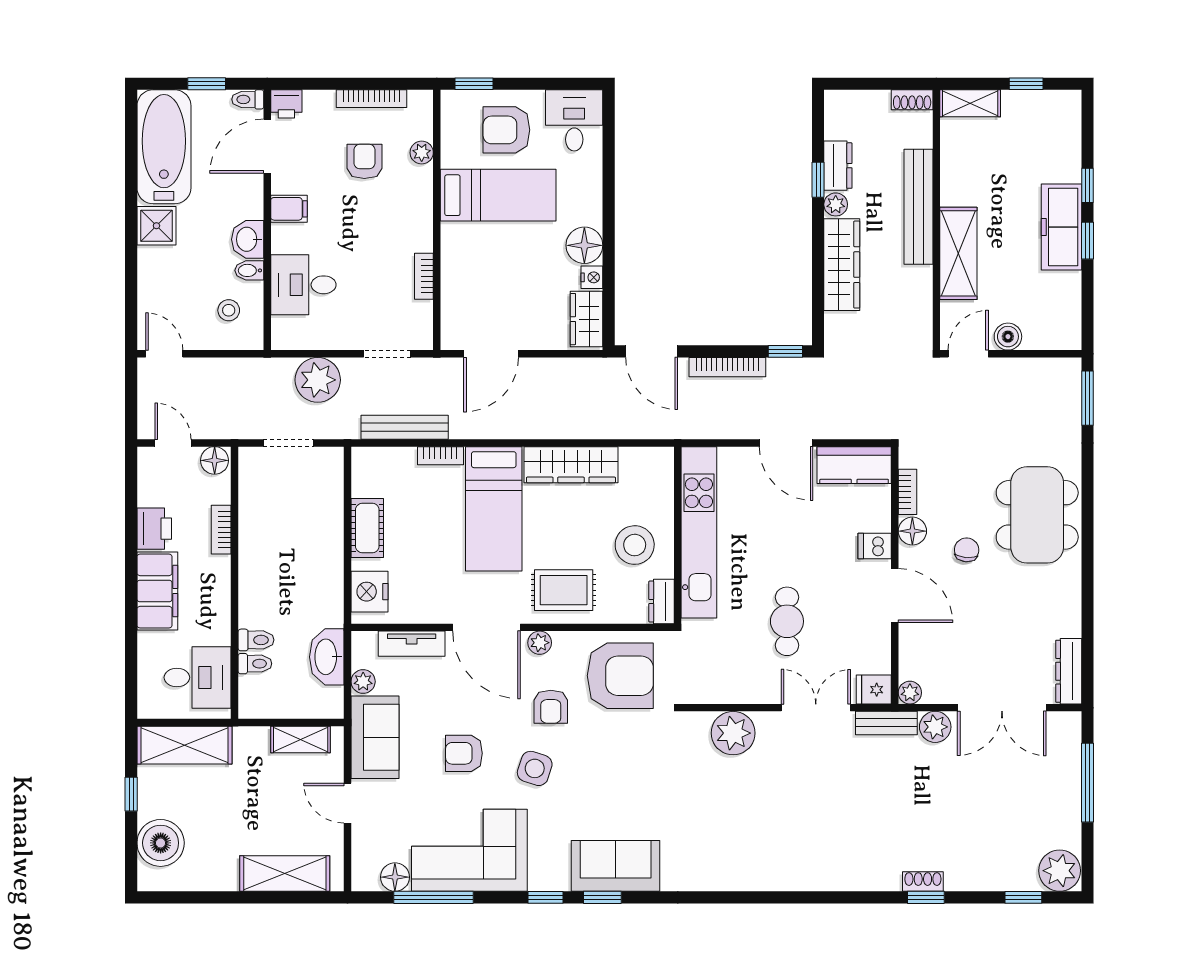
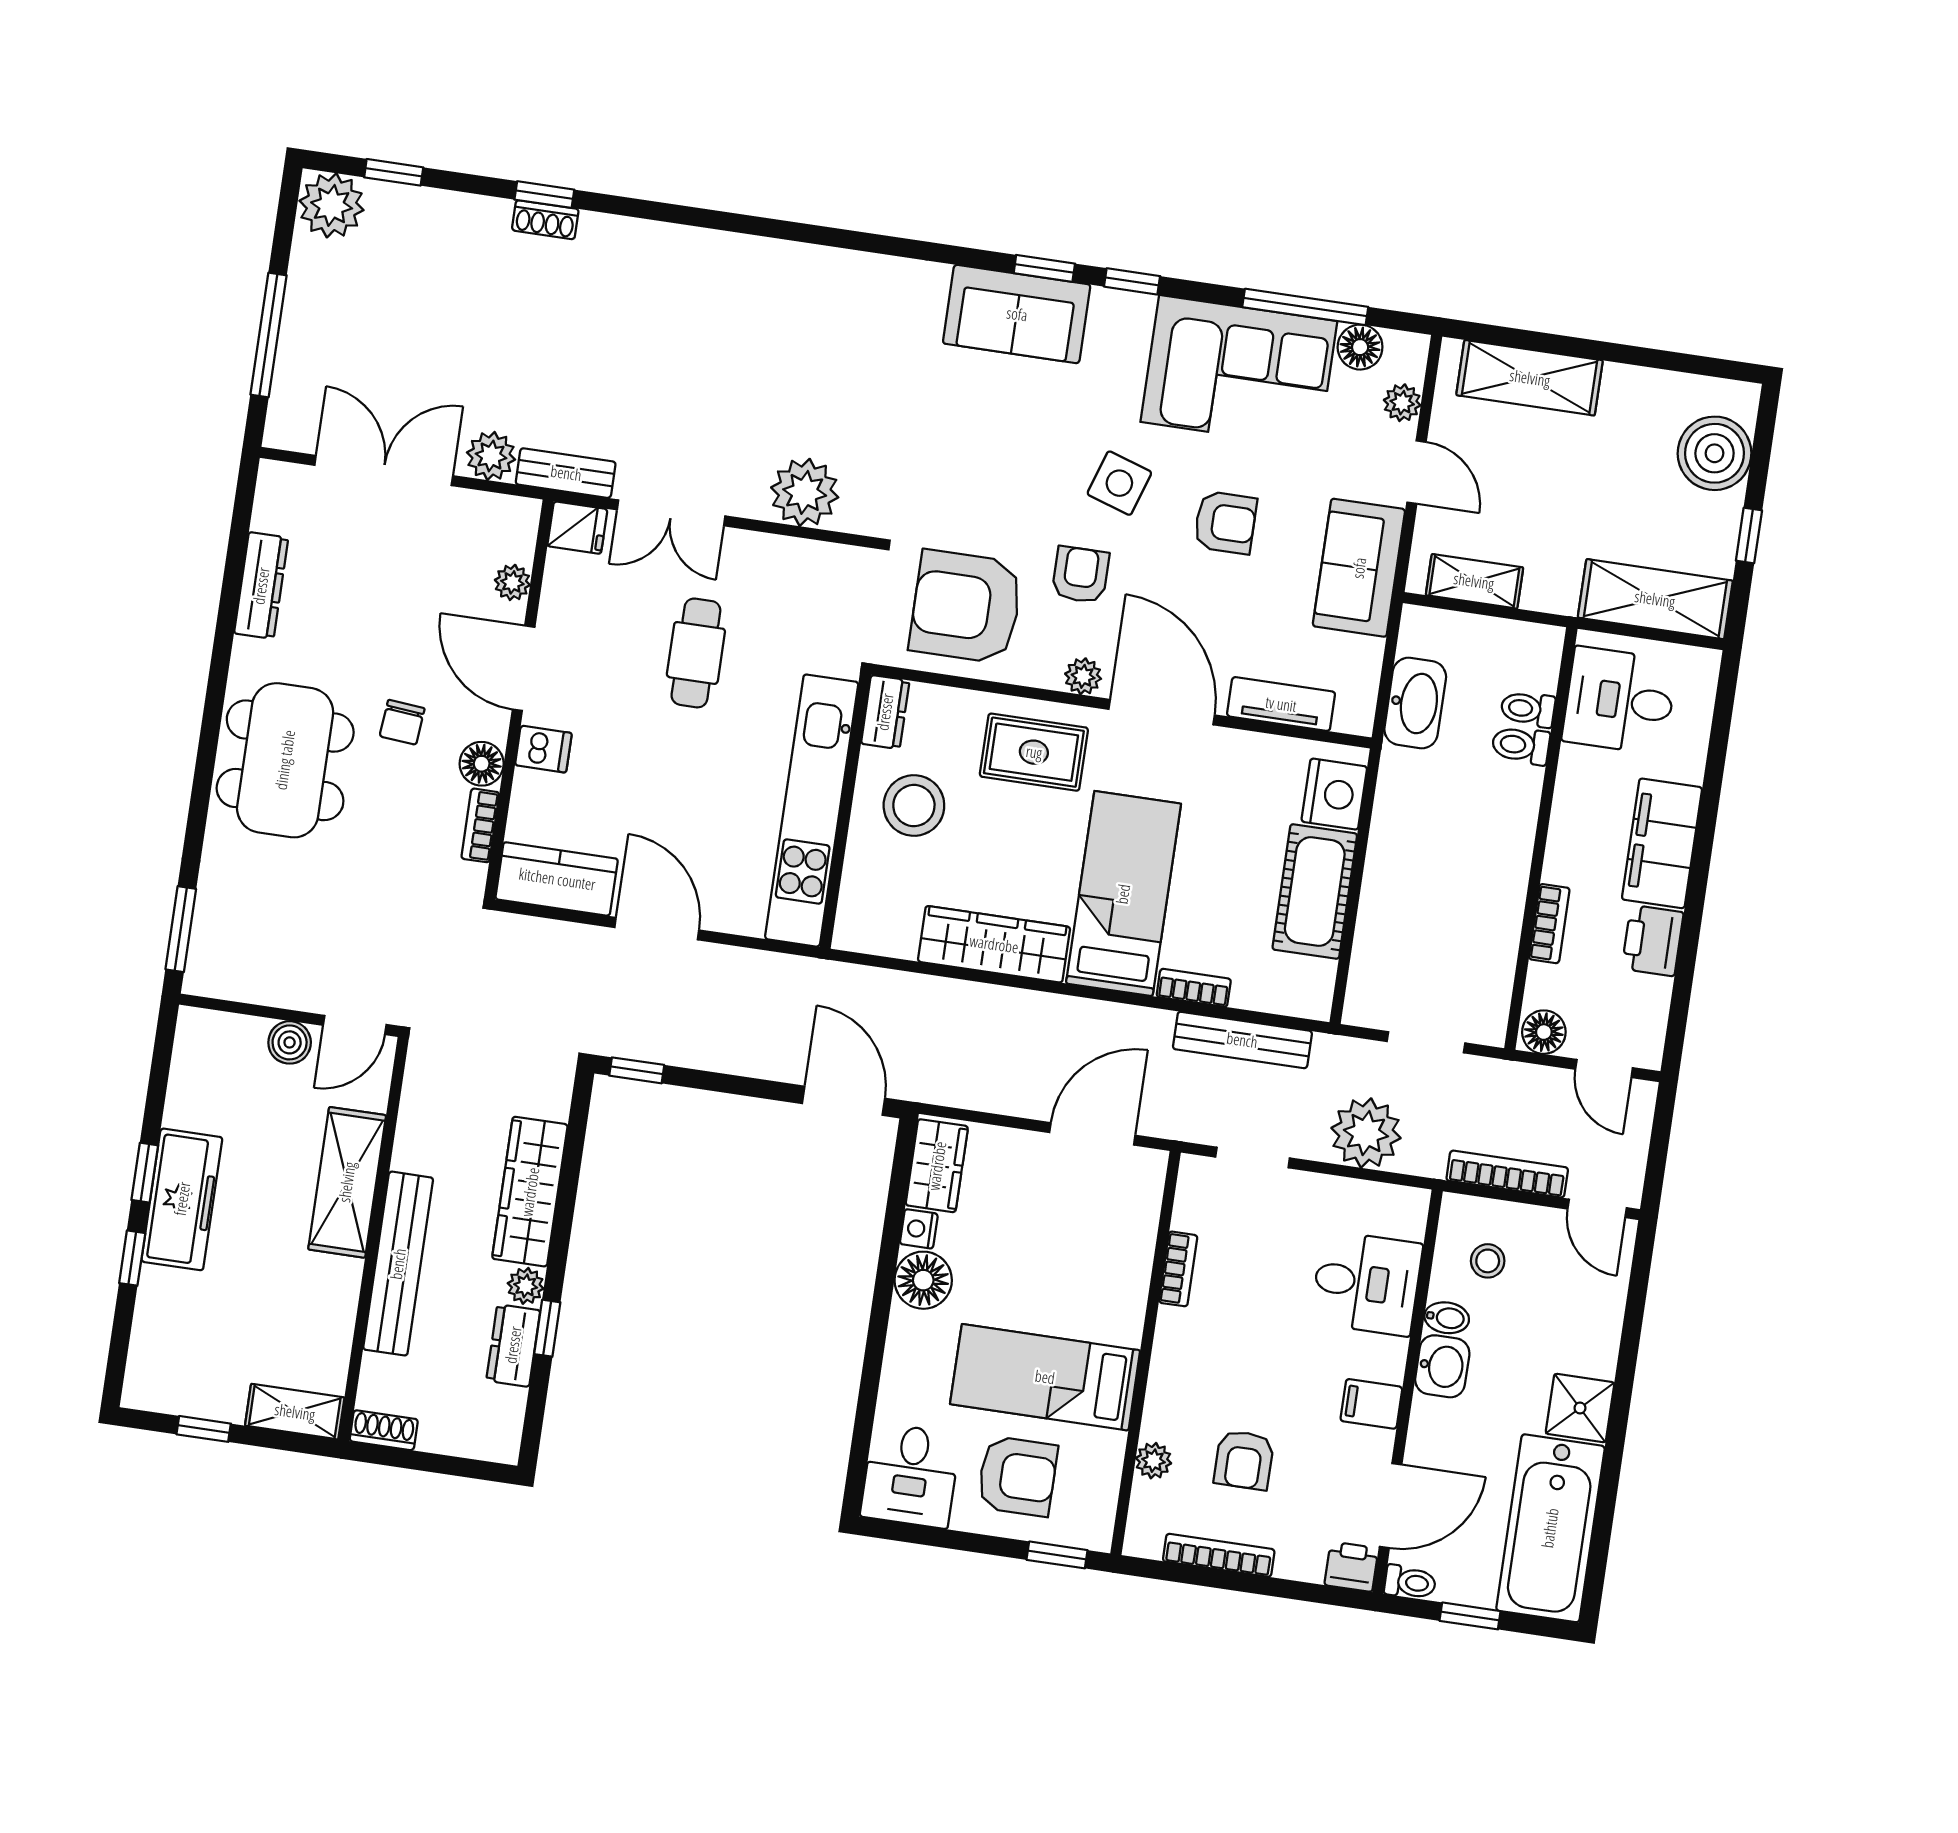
bookcase: (727, 367) -> (1507, 1174), moved
cot: (367, 528) -> (1315, 892), width x1.37, depth x1.34
dresser: (1069, 671) -> (261, 586), moved
plant: (363, 682) -> (1402, 403), moved
plant: (910, 693) -> (512, 582), moved

